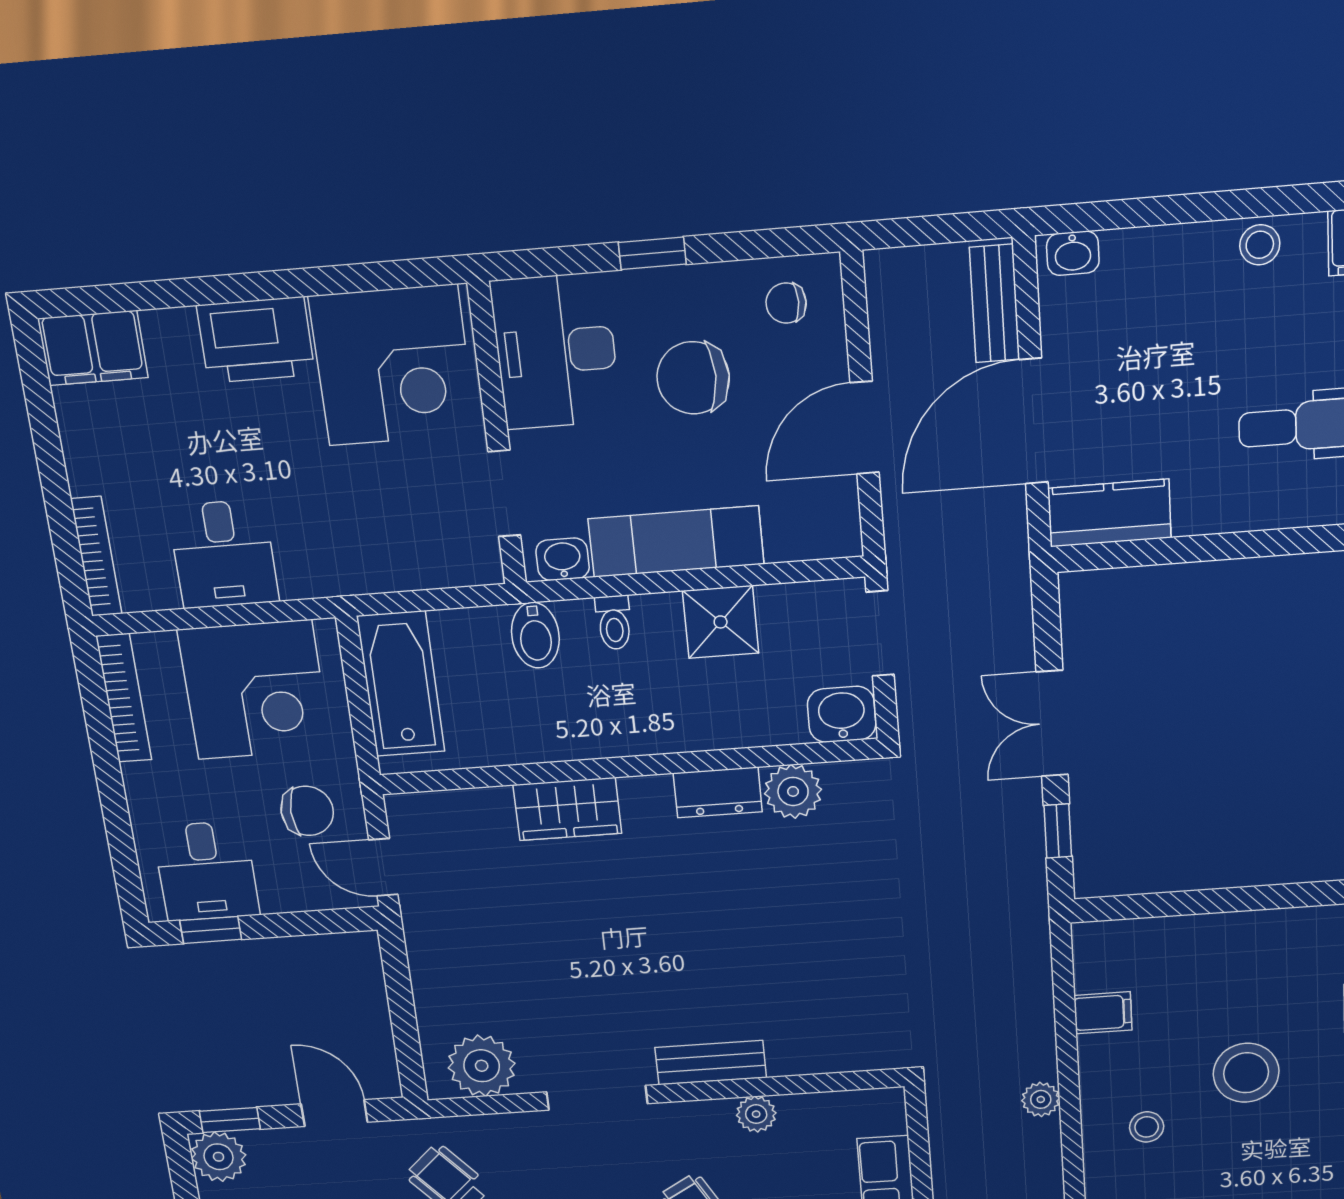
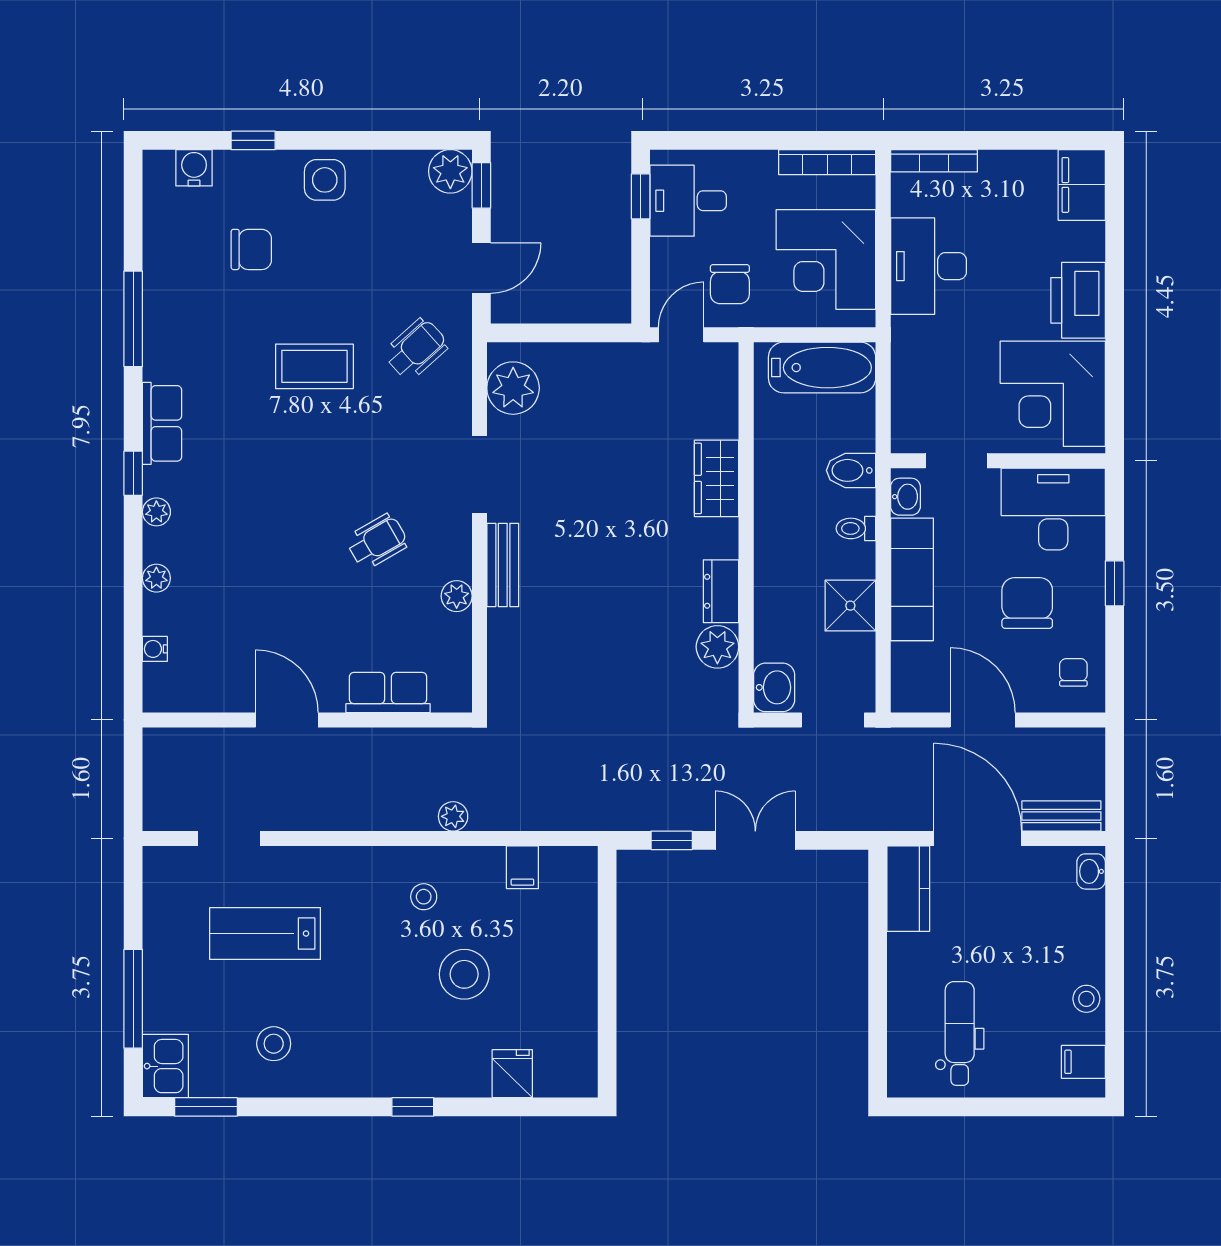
desk: (223, 554) -> (929, 266), width x1.37

